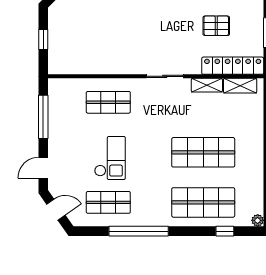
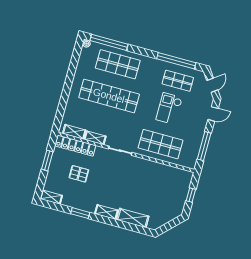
shop shelf: (108, 102) -> (160, 144), width x1.43, depth x1.36
shop shelf: (203, 152) -> (109, 96), width x1.40
door: (56, 210) -> (212, 85), swing flipped
window: (139, 231) -> (176, 61), moved
window: (225, 231) -> (109, 42), width x3.17

